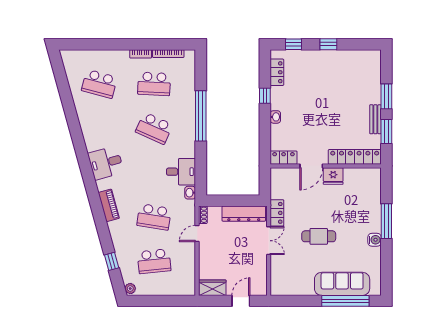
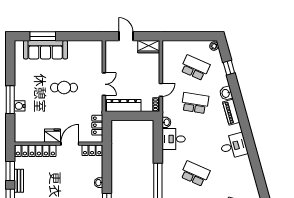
locker: (277, 213) -> (97, 125), moved
washbasin: (115, 229) -> (226, 93), added
water cooler: (374, 240) -> (20, 106), moved
double door: (269, 241) -> (104, 84), swing flipped
school desk: (154, 261) -> (195, 68), turned 30
door: (241, 301) -> (126, 36), swing flipped
window: (345, 301) -> (43, 36), width x0.68

